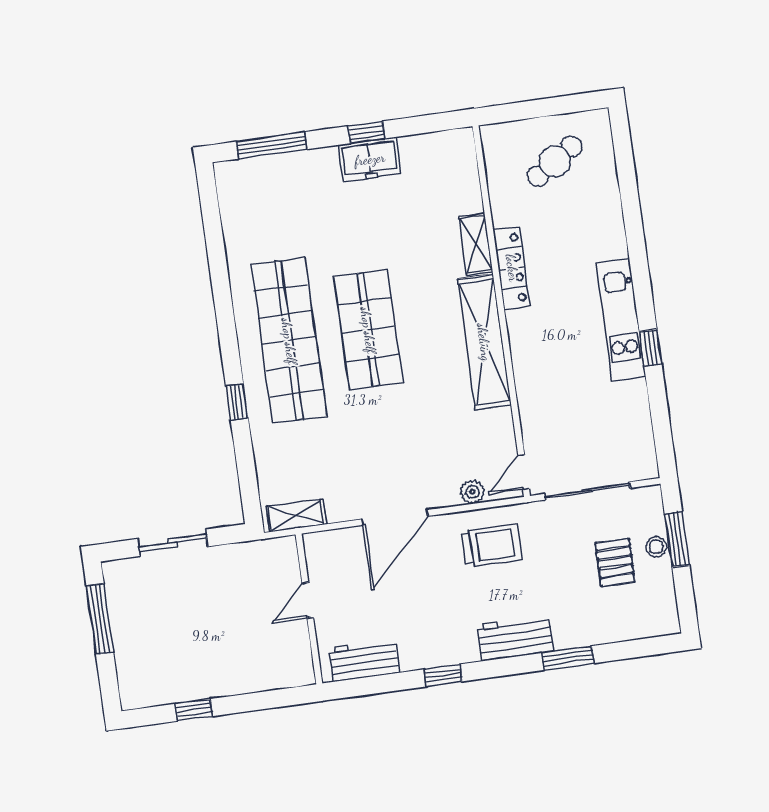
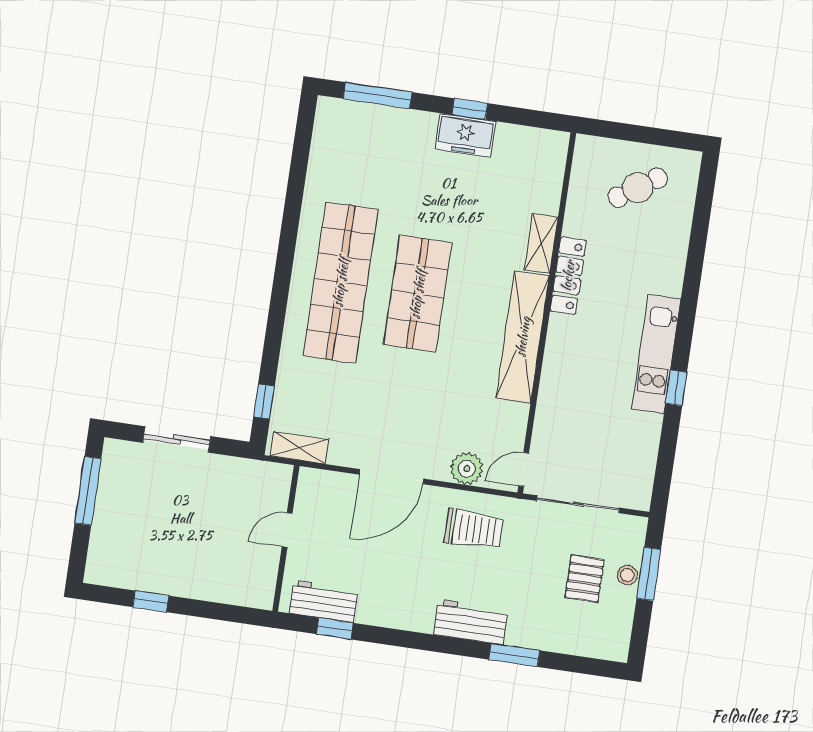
window: (237, 402) -> (264, 401), moved
plant: (472, 492) -> (467, 469), width x1.38, depth x1.38
window: (443, 675) -> (335, 628), moved

